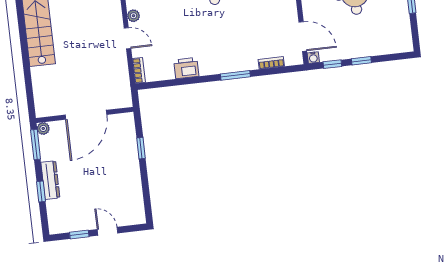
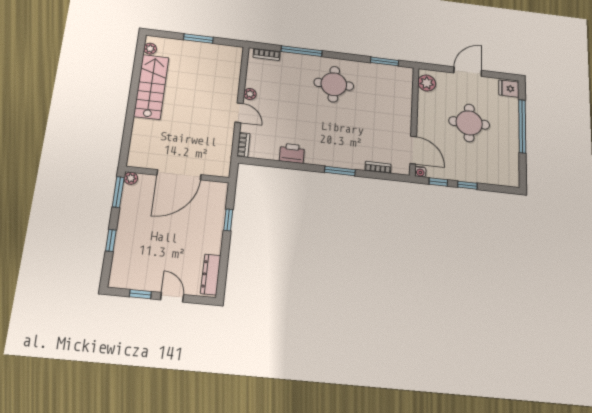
dresser: (50, 180) -> (211, 274), moved, turned 180

